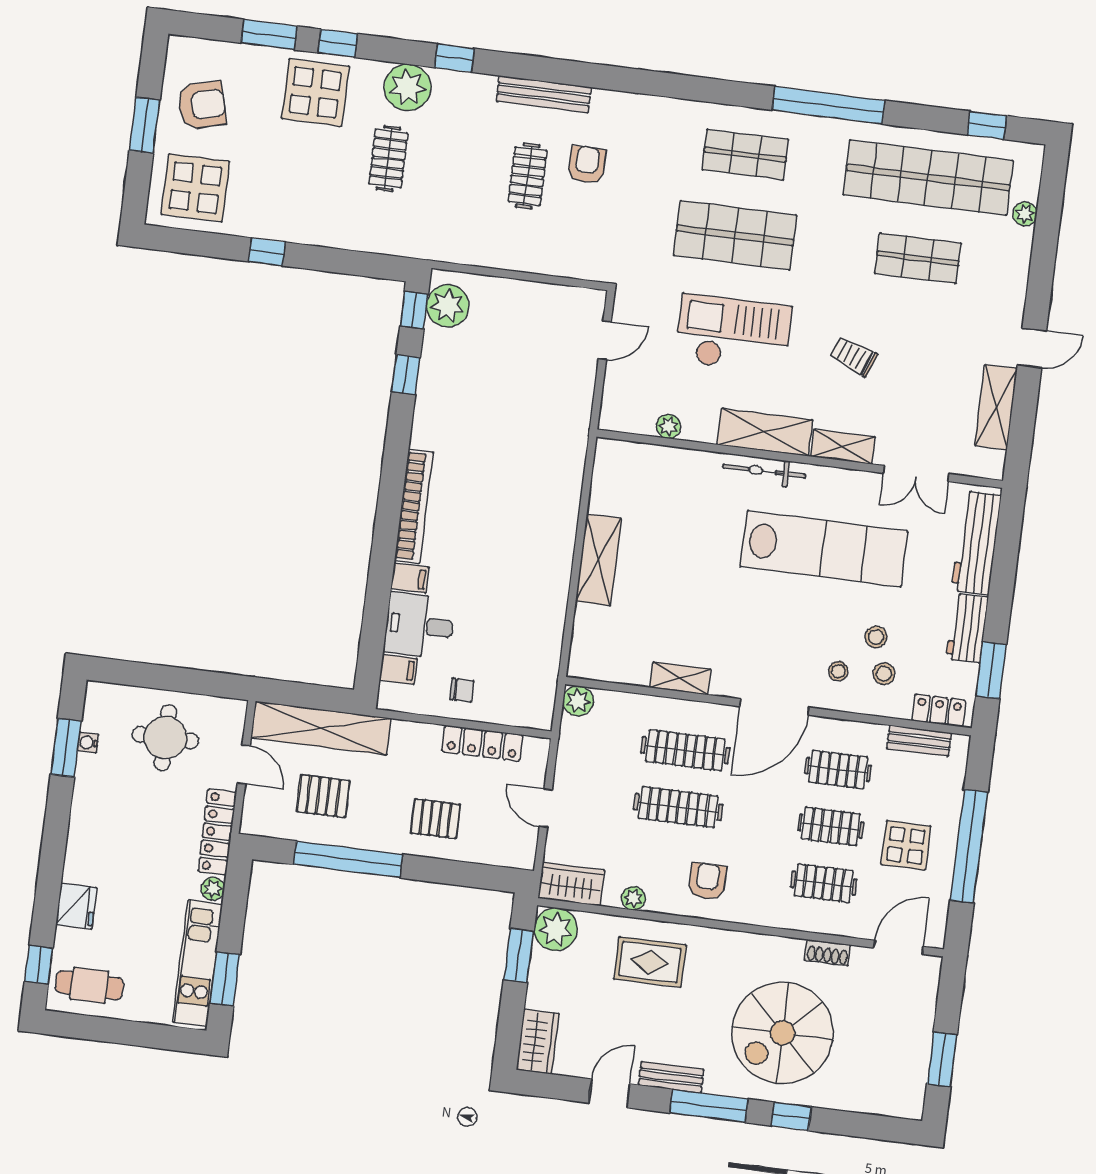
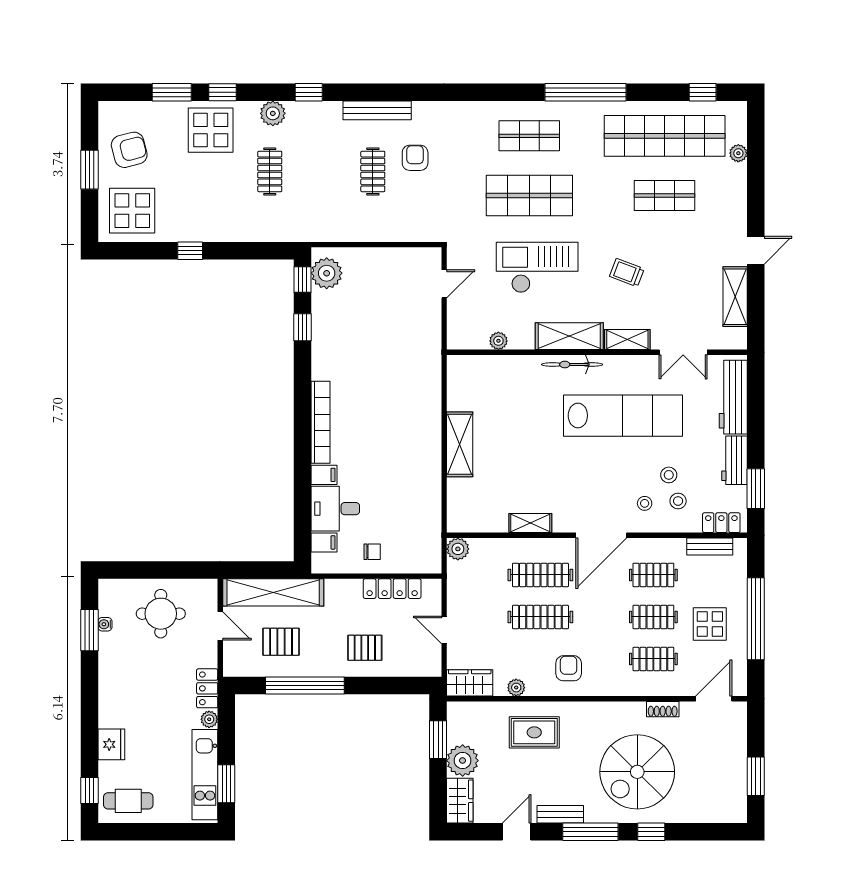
plant: (408, 87) -> (273, 113), width x0.73, depth x0.73
locker: (217, 832) -> (207, 688), width x0.66
plant: (556, 929) -> (463, 761), moved

